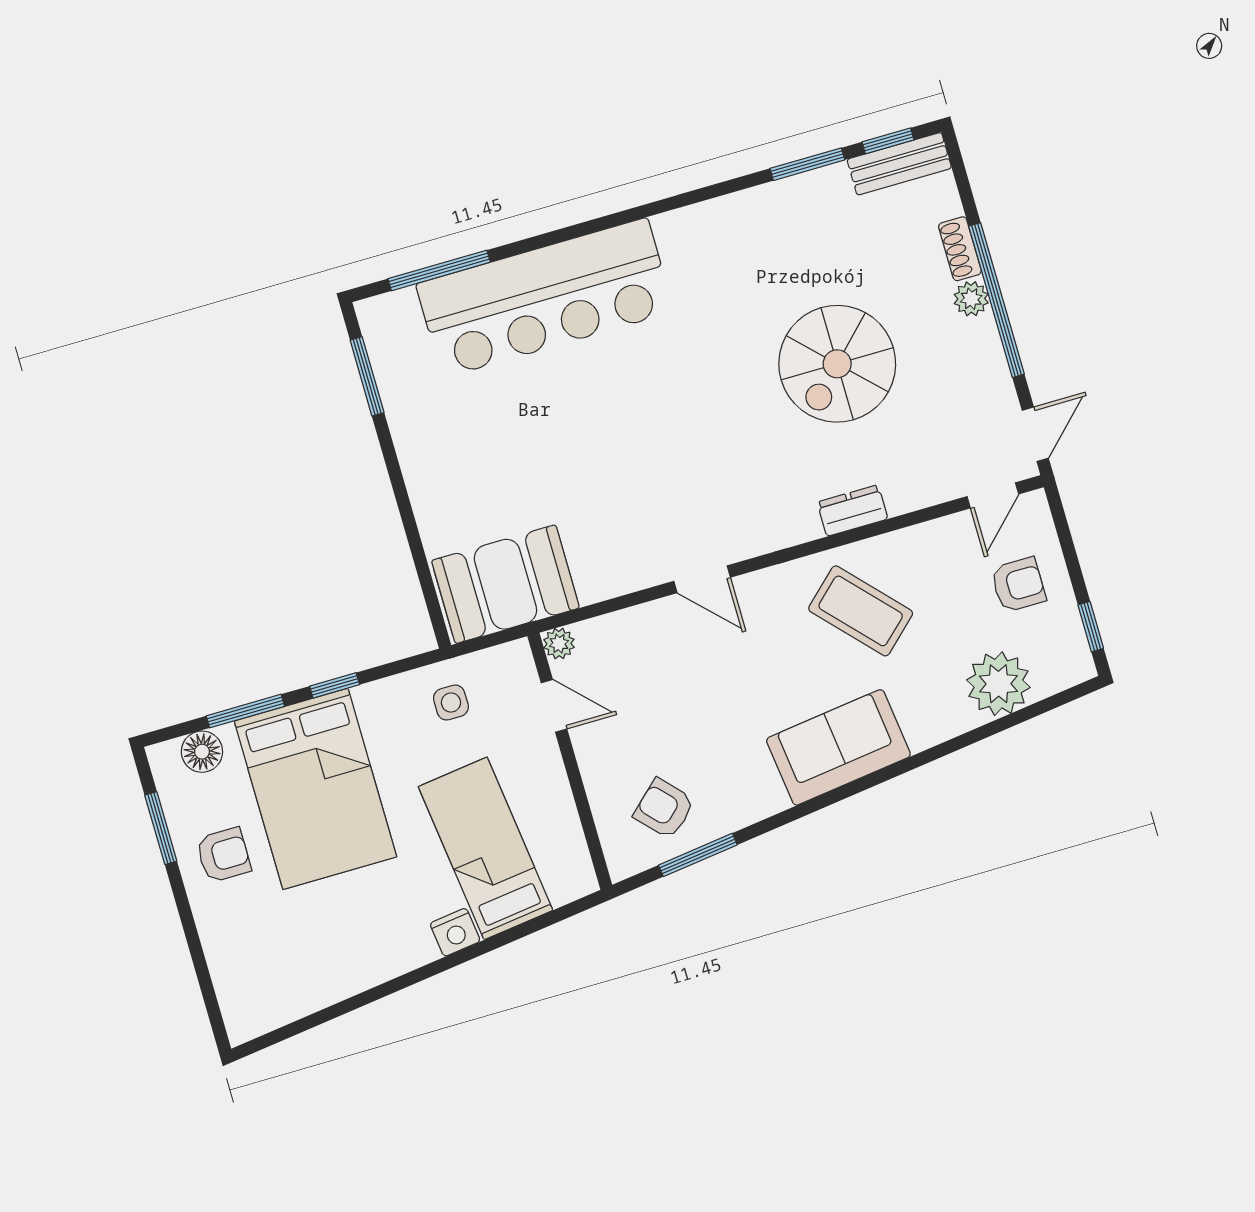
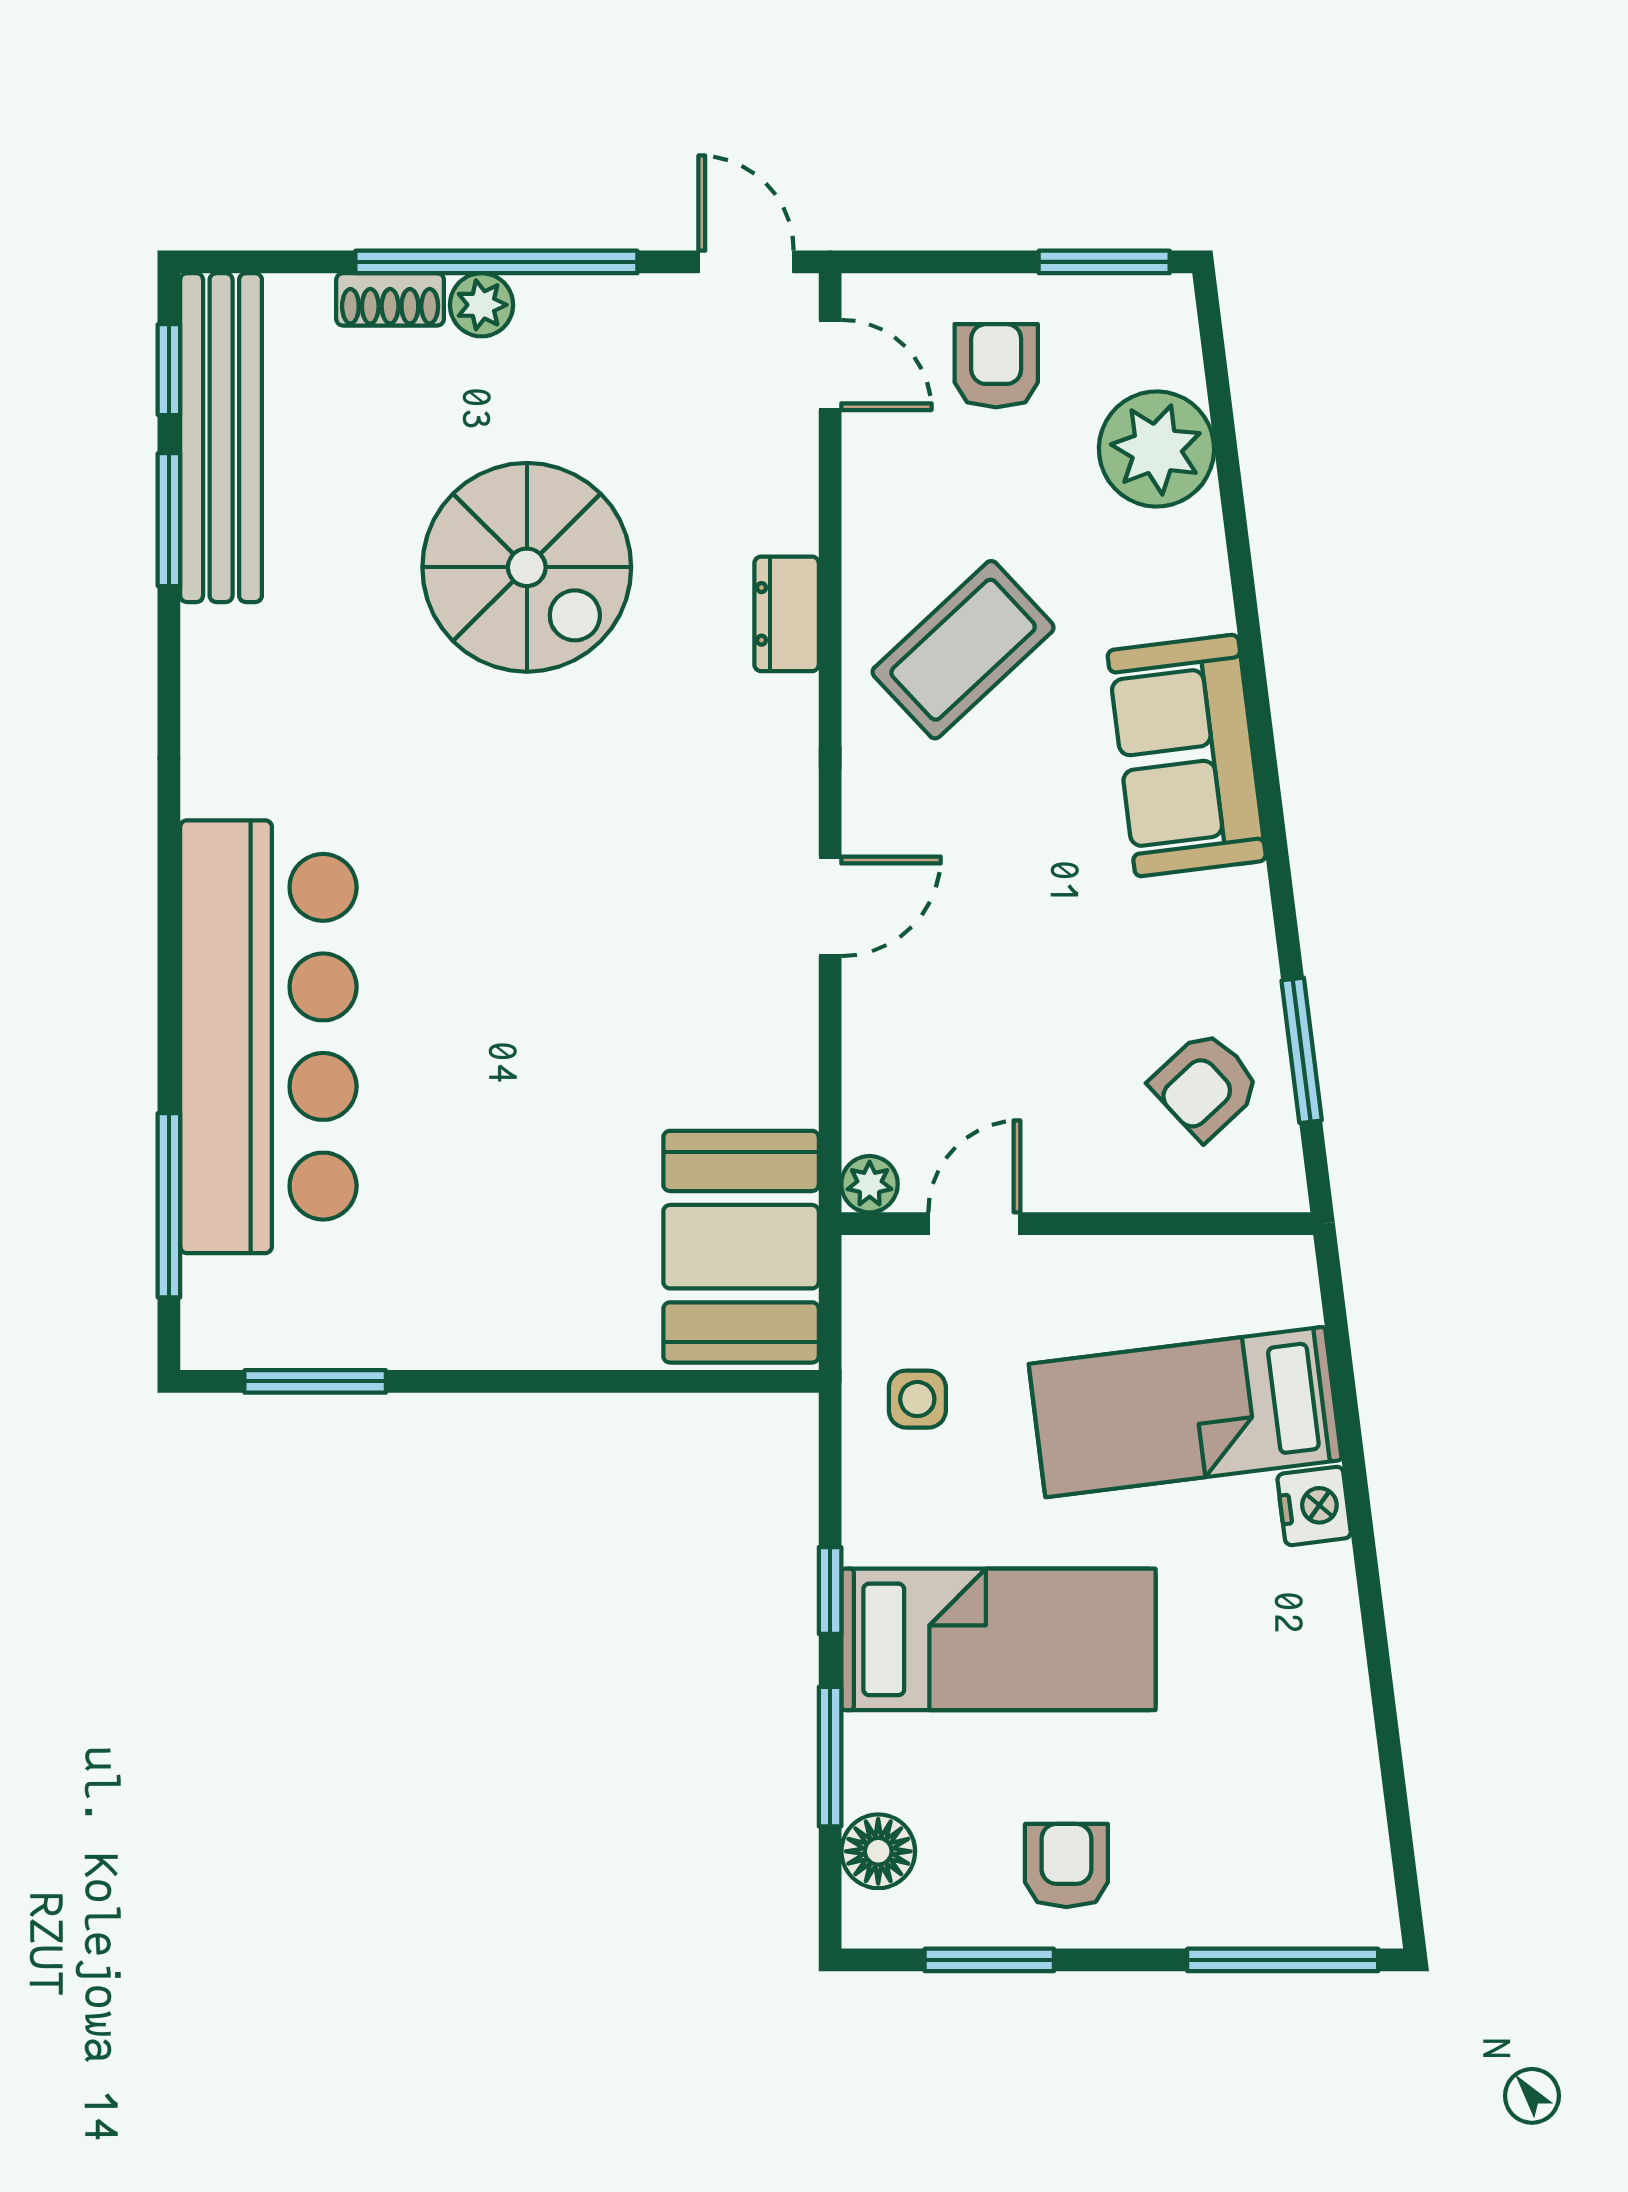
bench: (899, 164) -> (221, 438), width x1.86, depth x1.21
window: (1091, 627) -> (1104, 262), width x1.50
bed: (315, 789) -> (998, 1639), width x0.67
window: (206, 986) -> (1283, 1960), added

